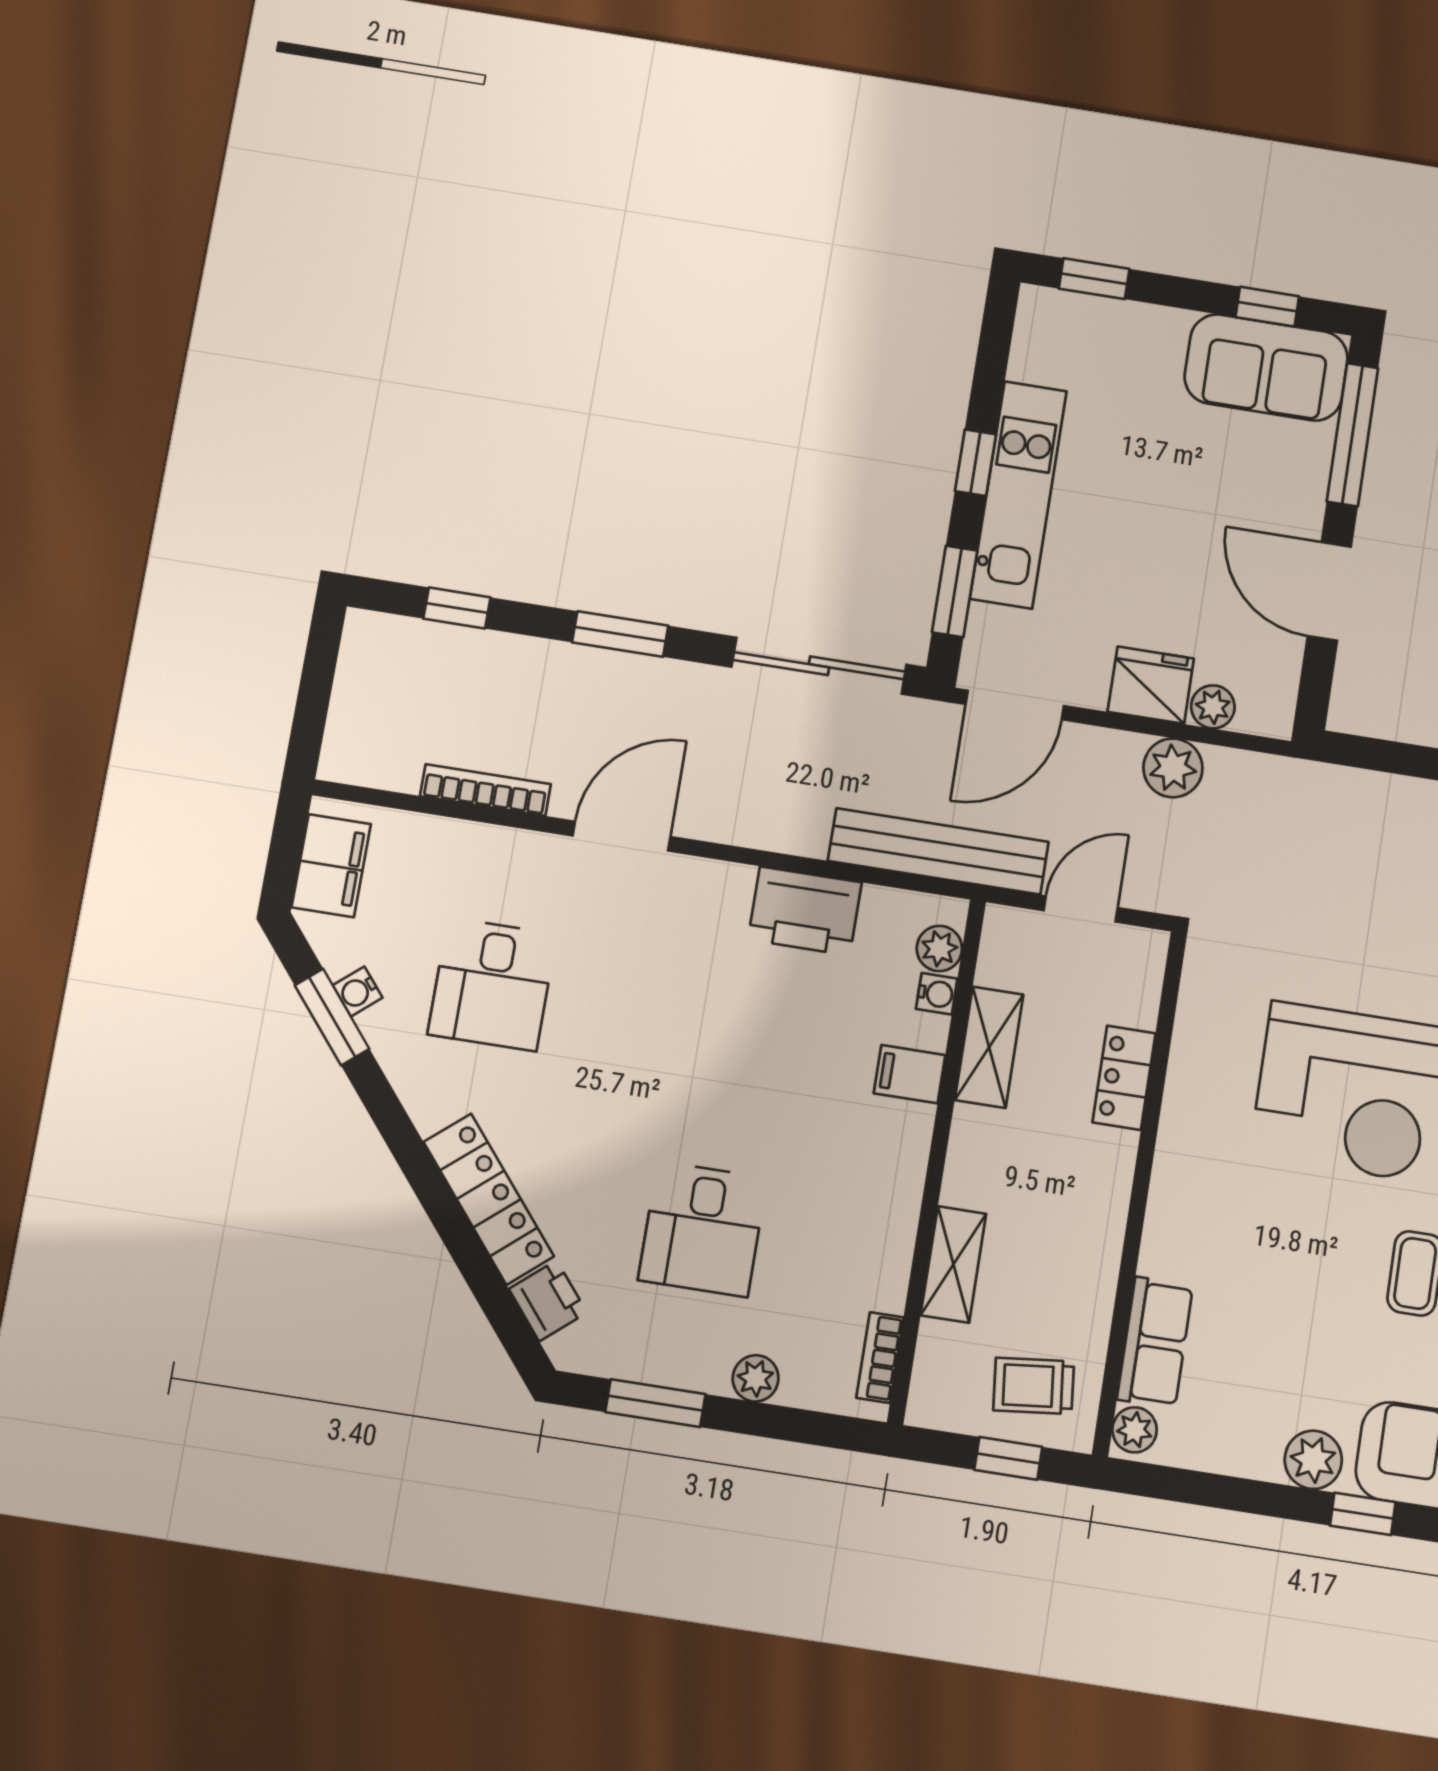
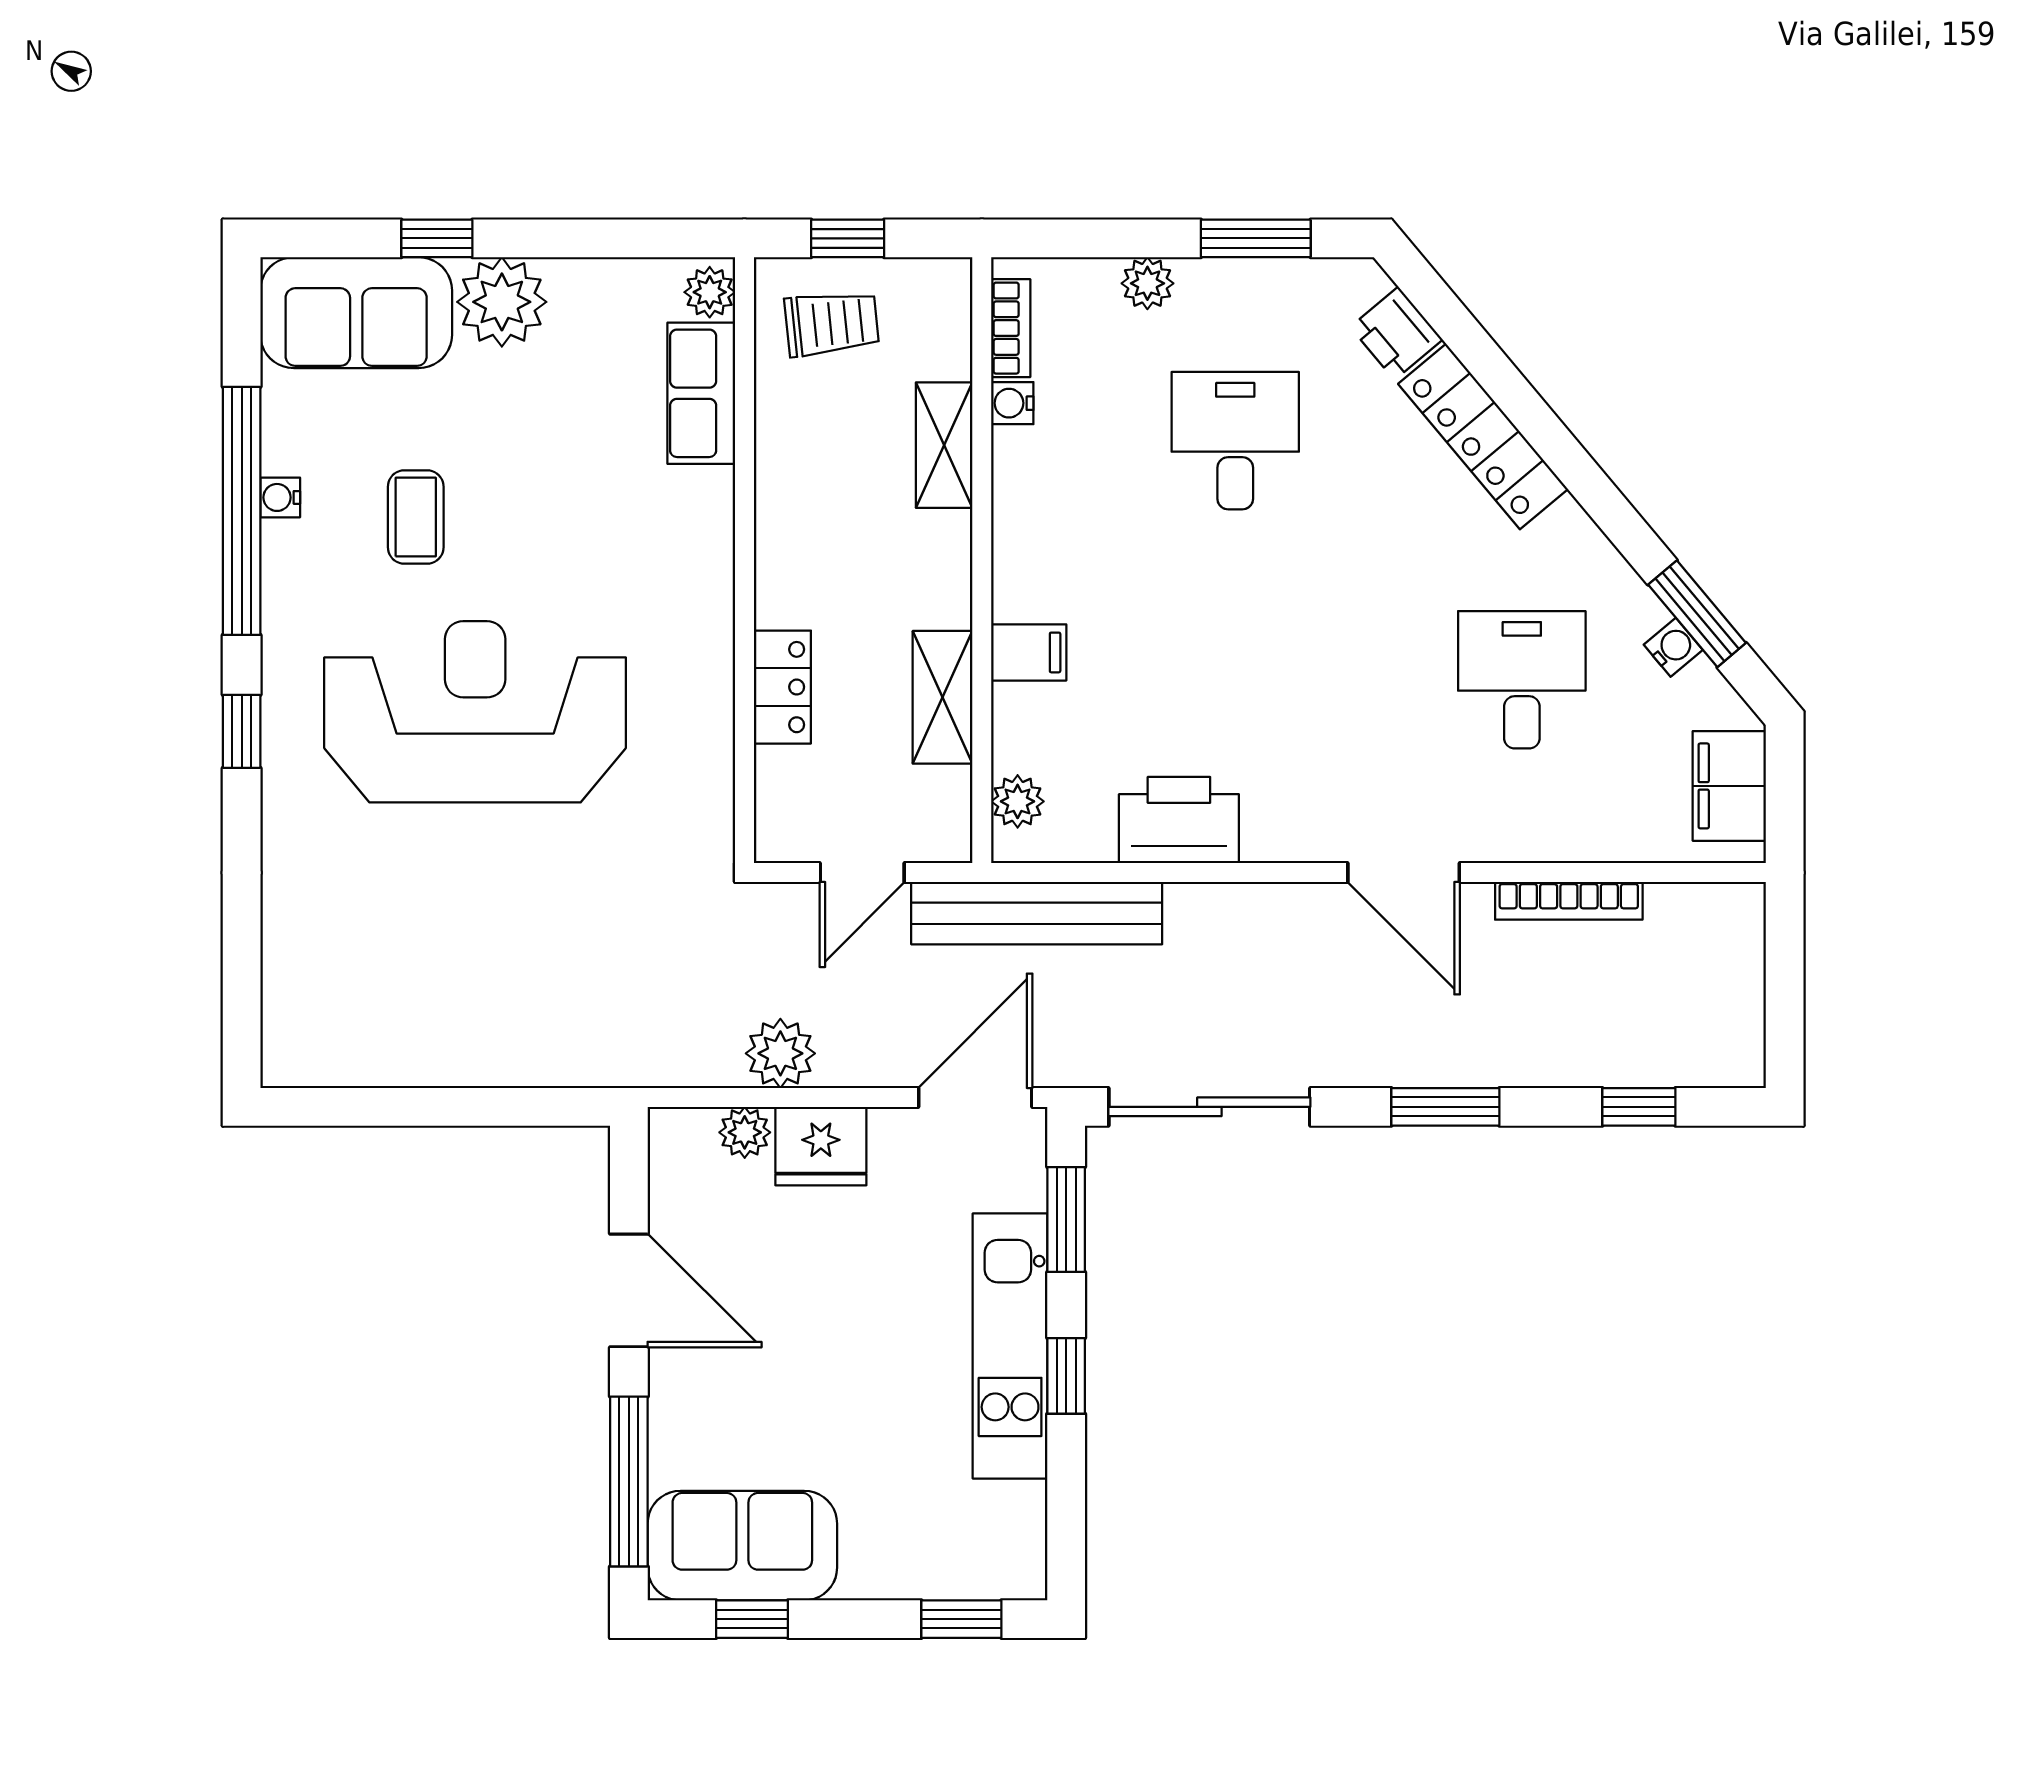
door: (621, 836) -> (1404, 873), hinge flipped
water cooler: (937, 994) -> (1012, 403), moved
plant: (1313, 1460) -> (502, 302), width x1.36, depth x1.36

